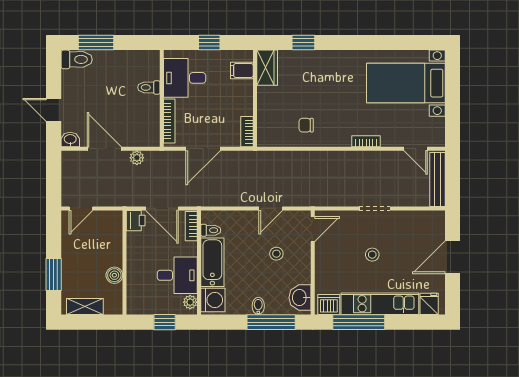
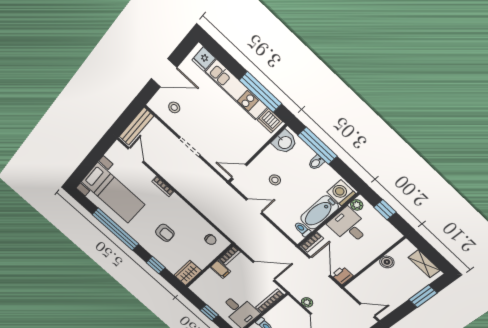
window: (373, 42) -> (115, 229), added
filing cabinet: (242, 71) -> (220, 269), moved
armchair: (324, 91) -> (165, 233), added
chair: (306, 125) -> (211, 240), moved
stool: (372, 255) -> (174, 107), moved

